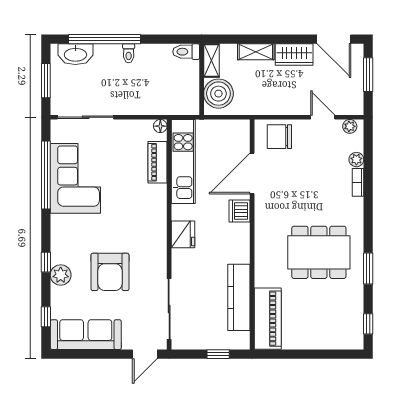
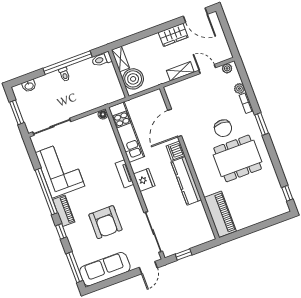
window: (105, 39) -> (68, 63), moved
shelving: (256, 52) -> (180, 71), moved
washbasin: (75, 54) -> (29, 86), width x0.52, depth x0.69
window: (368, 75) -> (227, 30), removed
chair: (279, 137) -> (223, 128), moved, turned -90
piano: (158, 162) -> (64, 211), moved, turned 180
window: (46, 175) -> (46, 191), moved
tv unit: (160, 217) -> (125, 174), added
window: (368, 268) -> (262, 124), moved
plant: (61, 275) -> (74, 236), removed
kitchen counter: (239, 297) -> (186, 181), moved
window: (46, 317) -> (74, 267), width x2.17
window: (218, 354) -> (184, 254), moved

